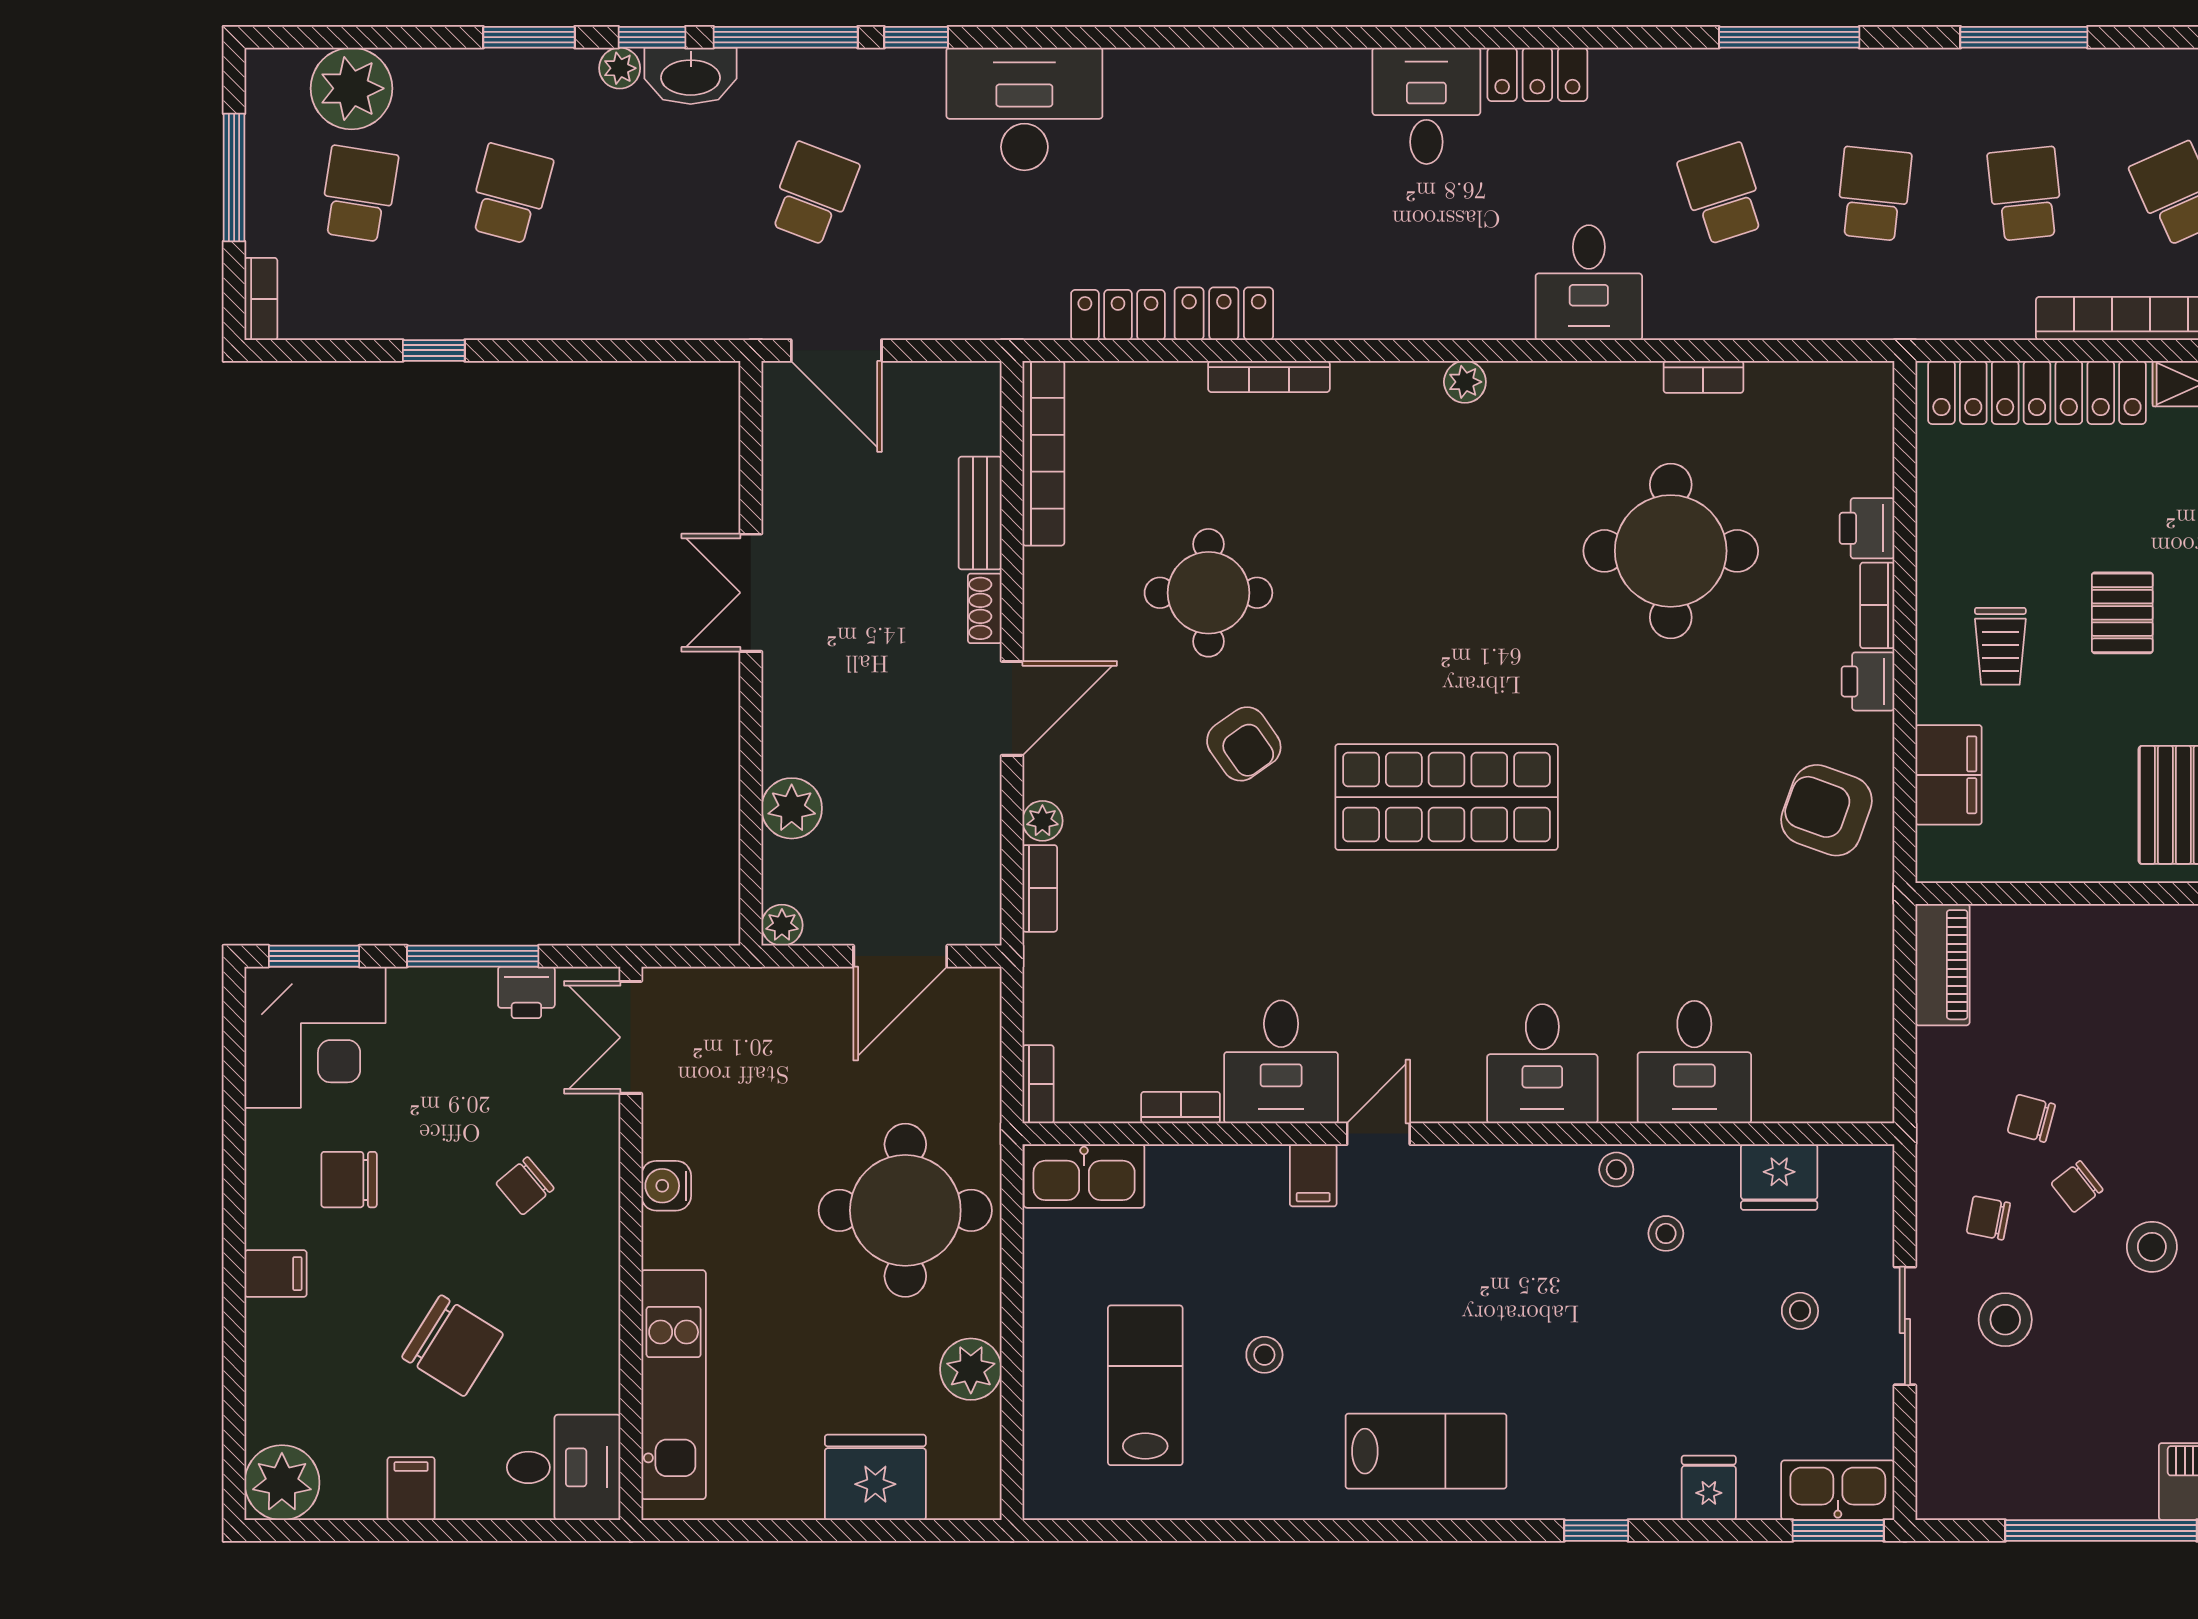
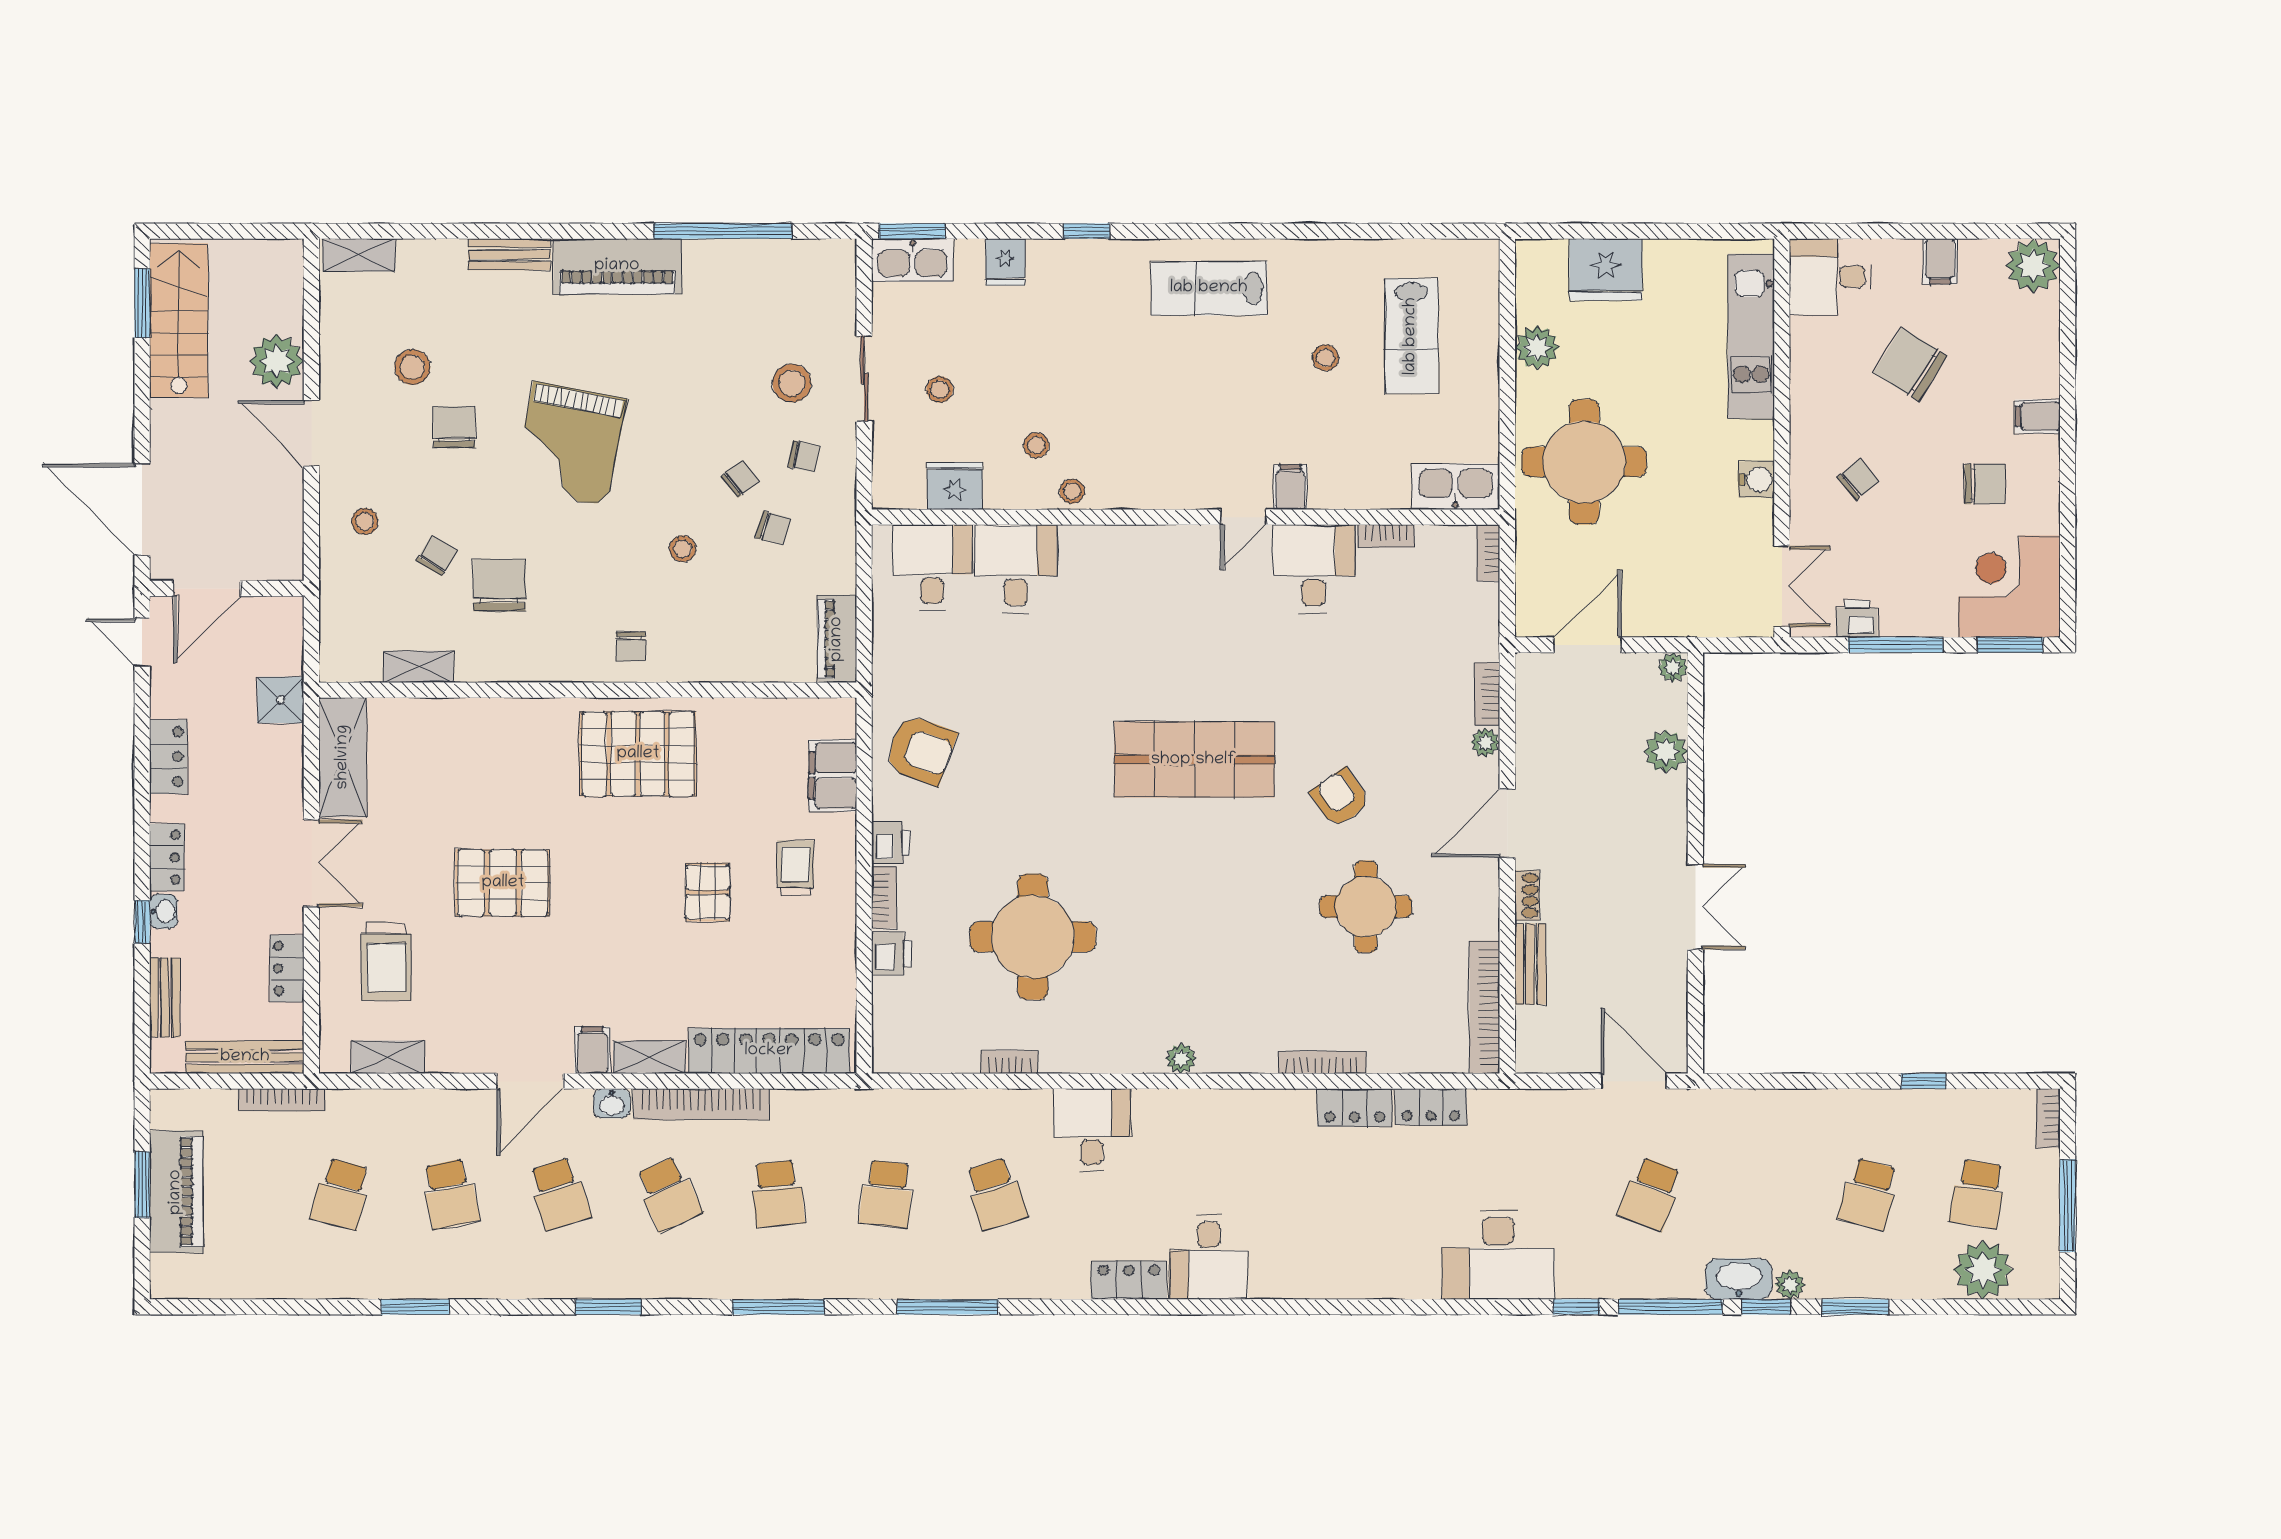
desk: (1542, 1064) -> (932, 567), moved
stool: (2152, 1247) -> (683, 549), moved, width x0.73, depth x0.73

